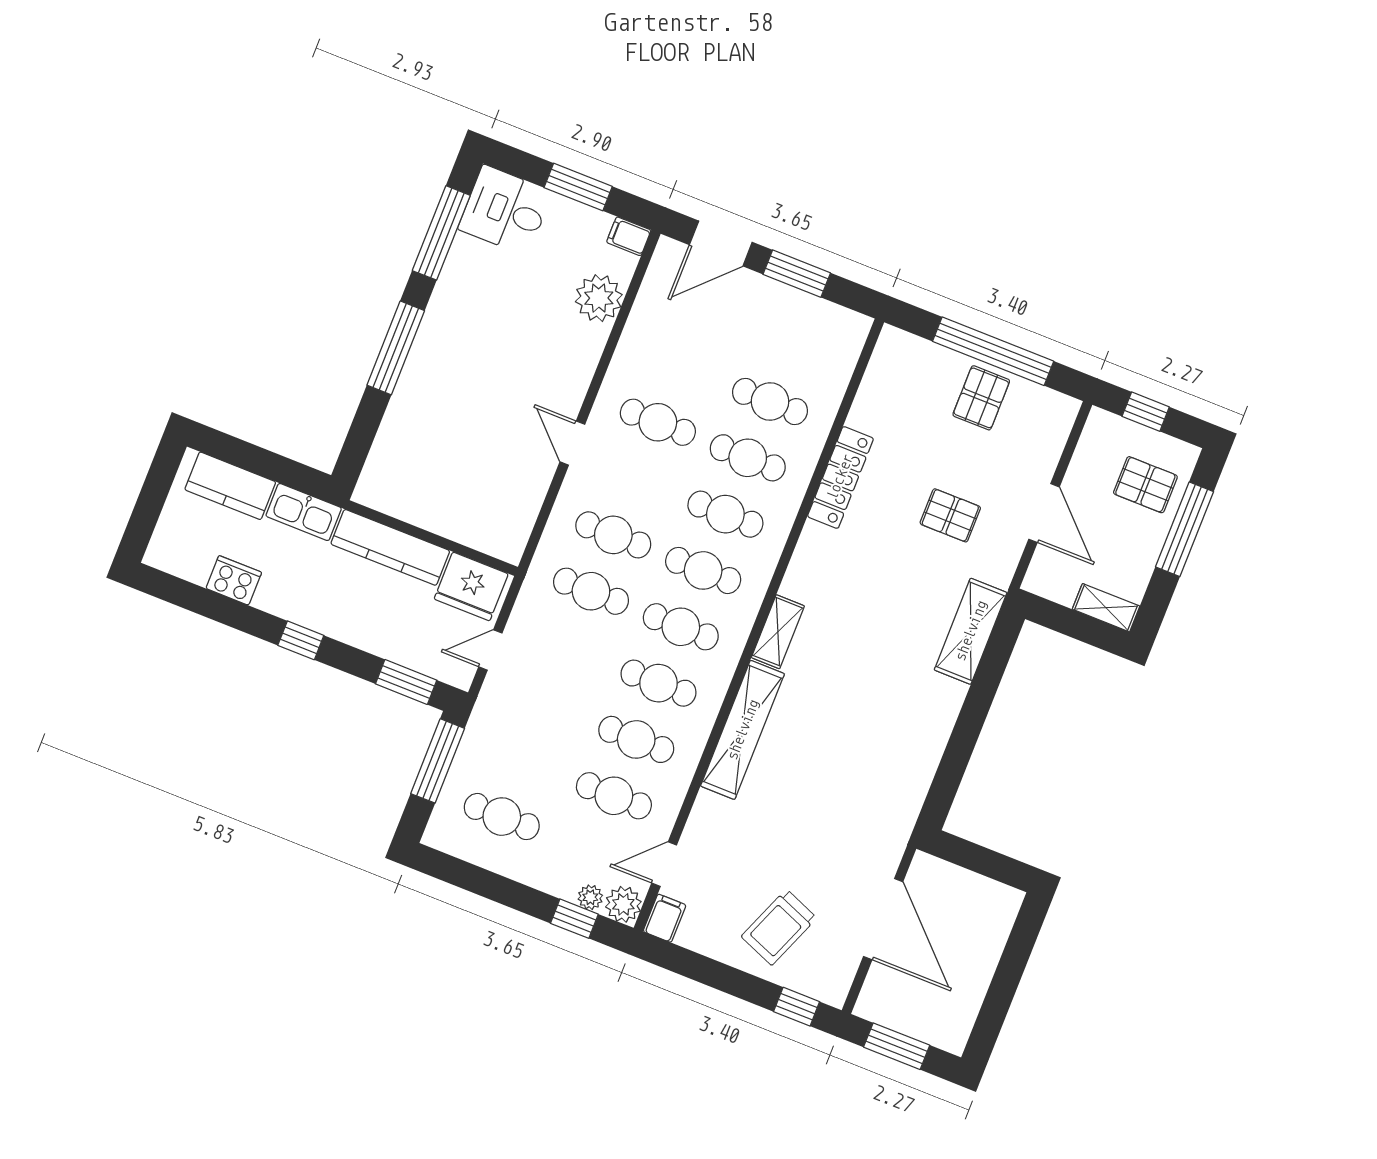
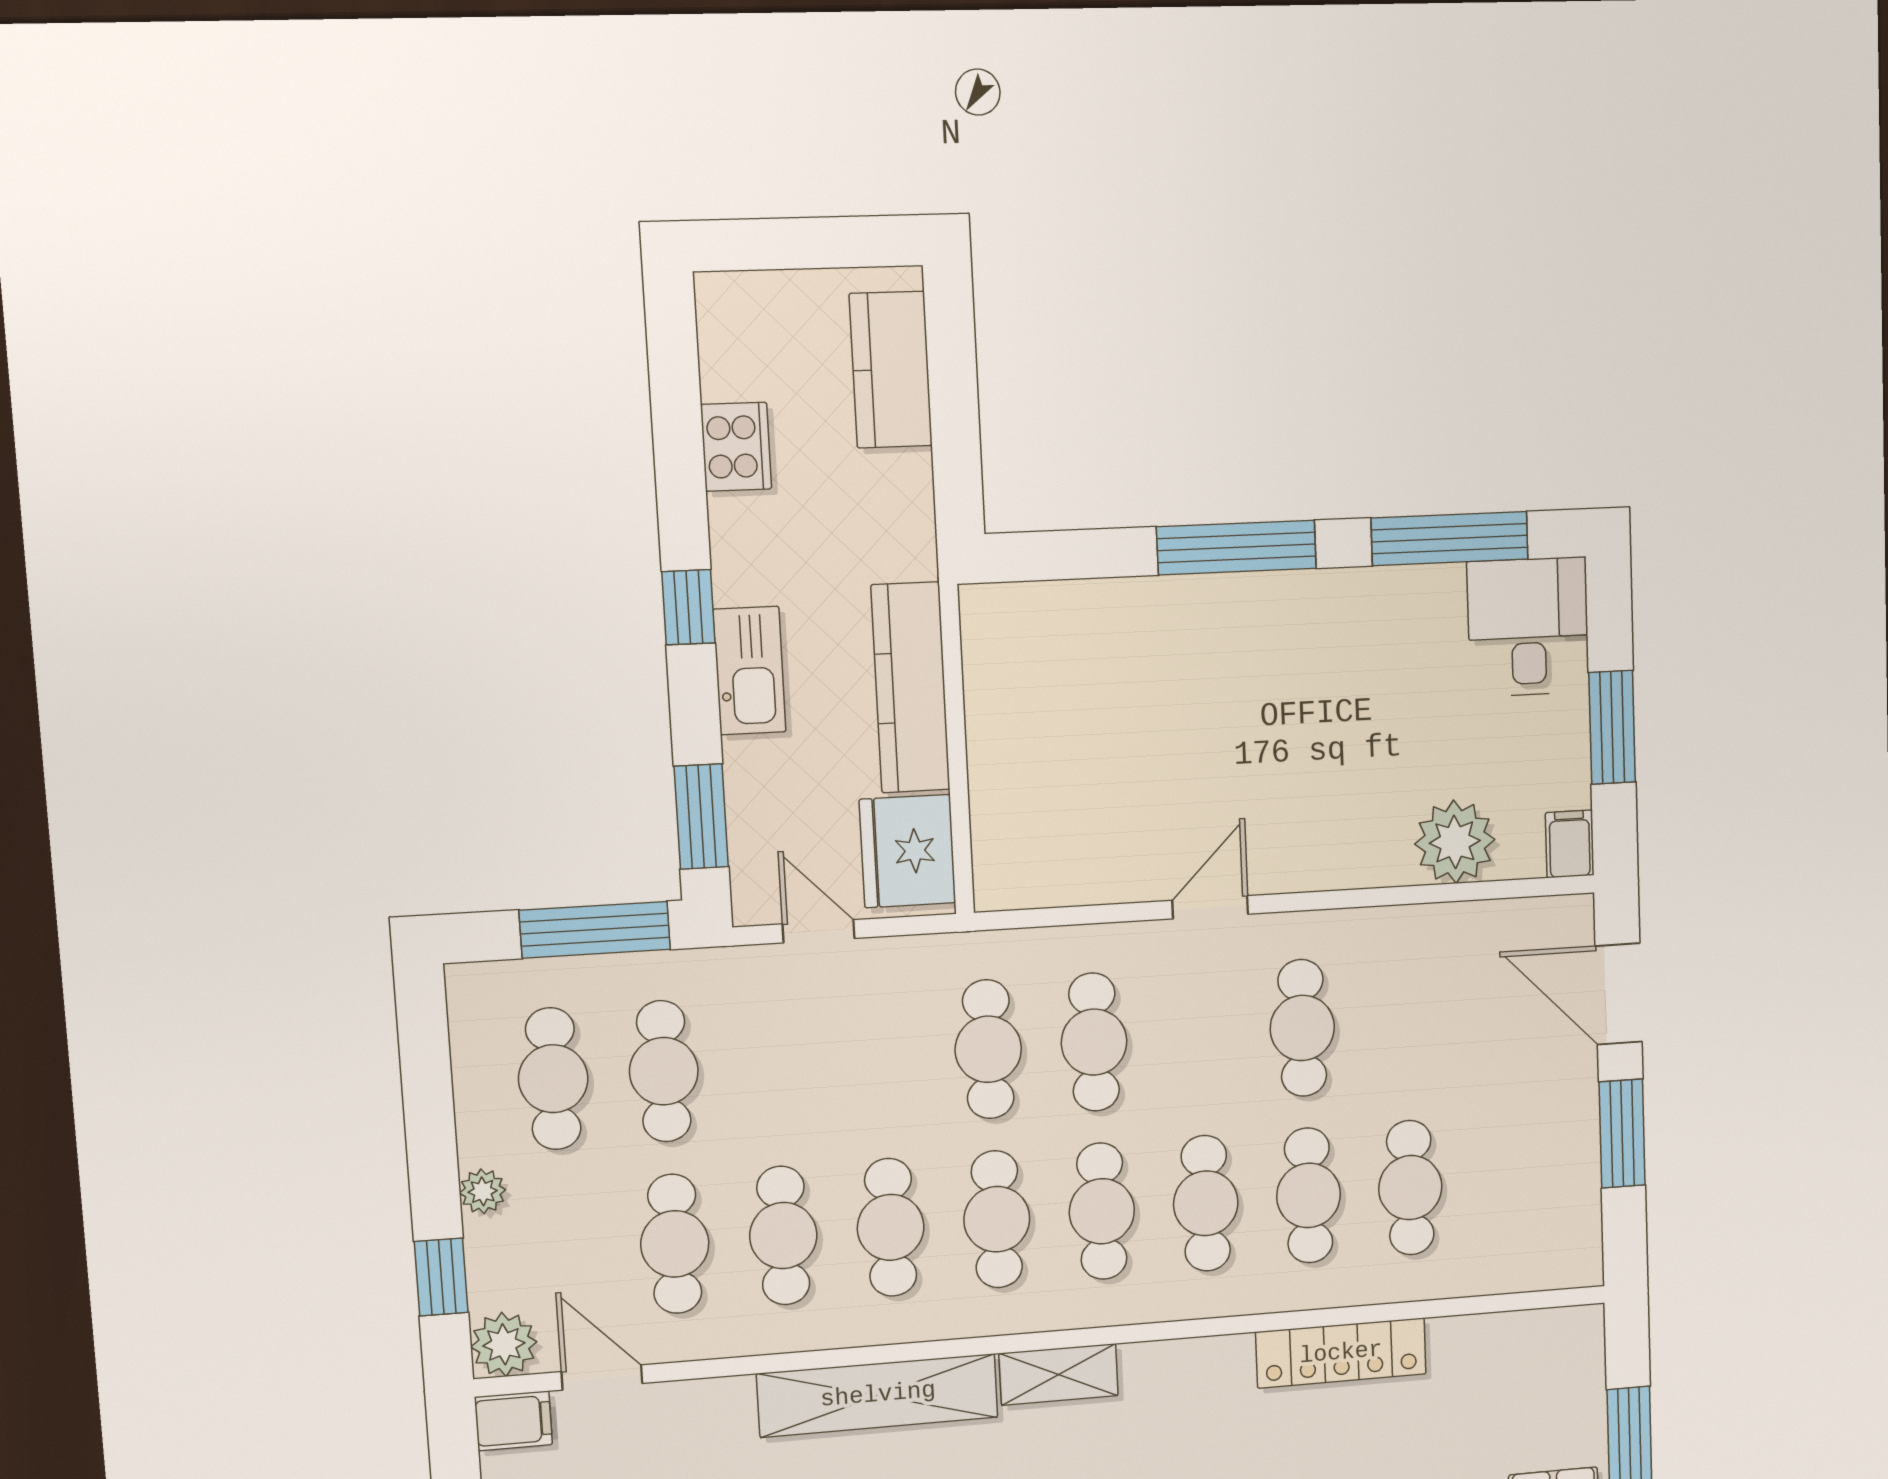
kitchen sink: (304, 512) -> (749, 671), moved, turned 180
cafe table: (524, 760) -> (664, 1071), added
plant: (590, 897) -> (483, 1191), moved

